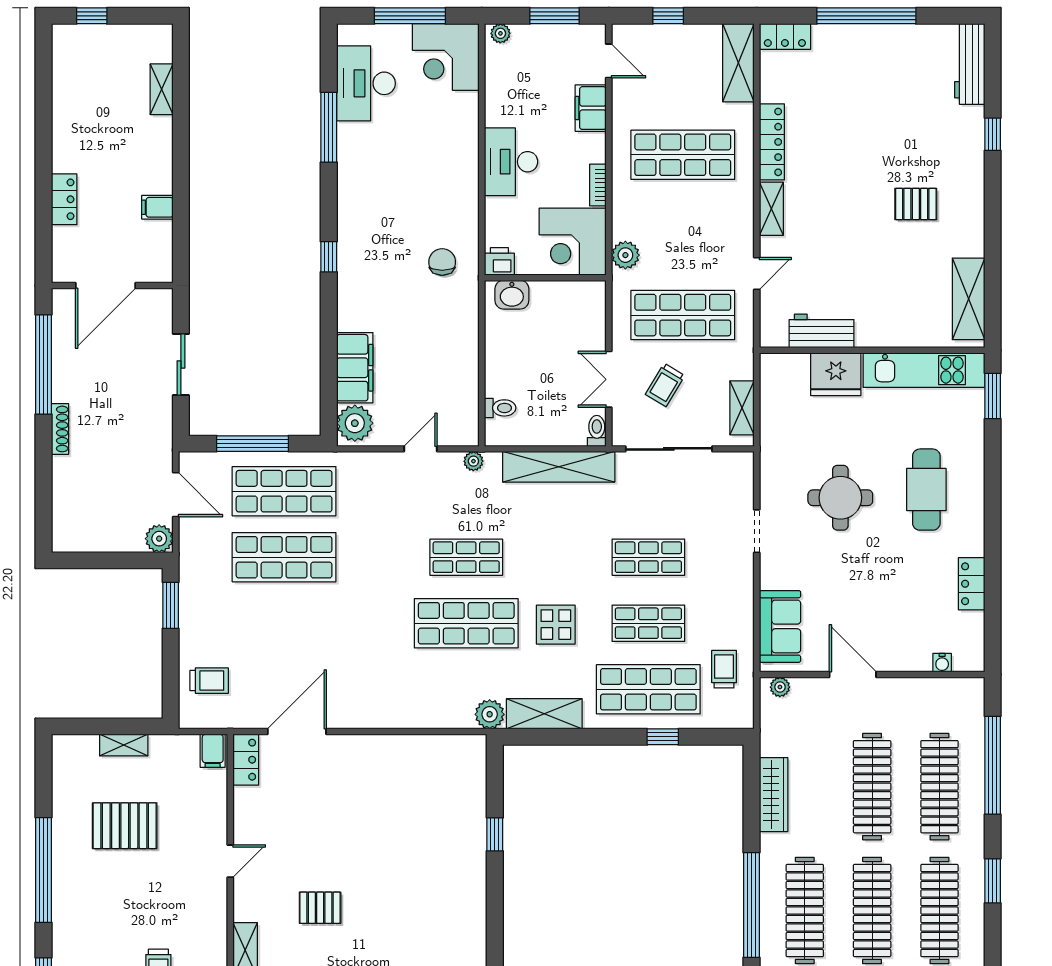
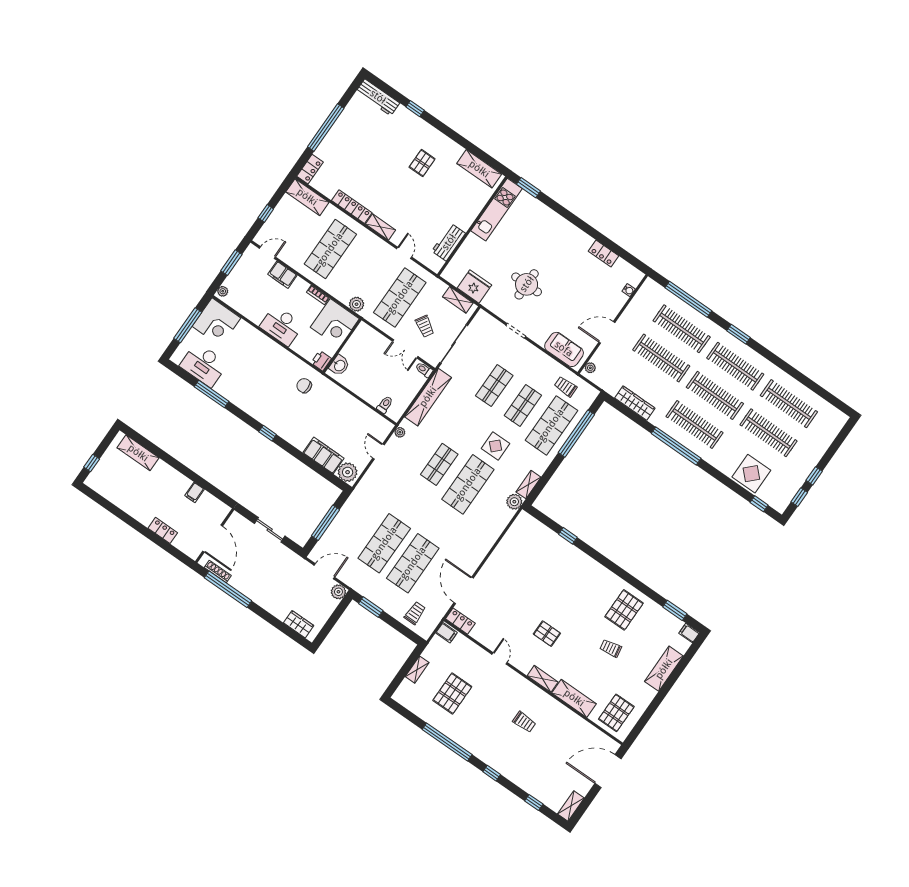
shelving: (162, 89) -> (138, 453), width x1.50, depth x1.33
fridge: (836, 374) -> (474, 287), moved, turned -90
shoe rack: (60, 429) -> (218, 571), moved
cafe table: (926, 490) -> (549, 245), removed
shop shelf: (284, 491) -> (413, 563), moved
wardrobe: (66, 512) -> (299, 624), added
shelving: (544, 714) -> (529, 485), width x0.67, depth x0.75
window: (663, 737) -> (576, 434), width x3.17
pallet: (320, 908) -> (547, 634), turned 90

